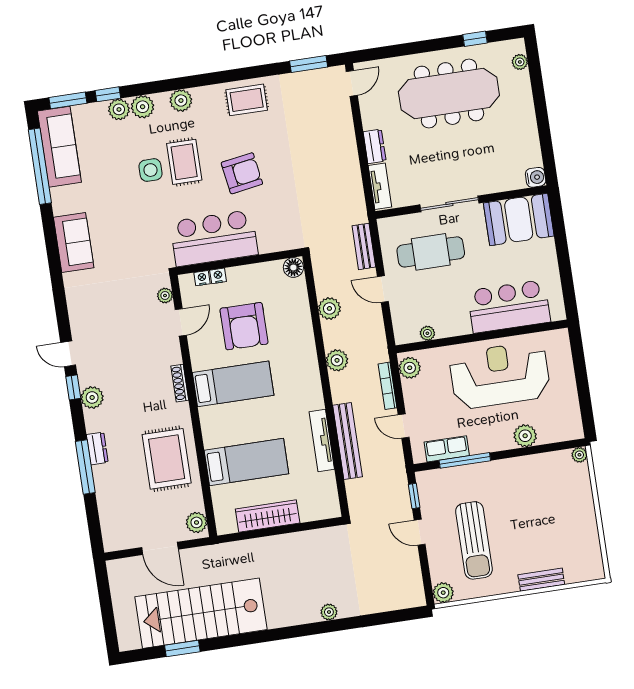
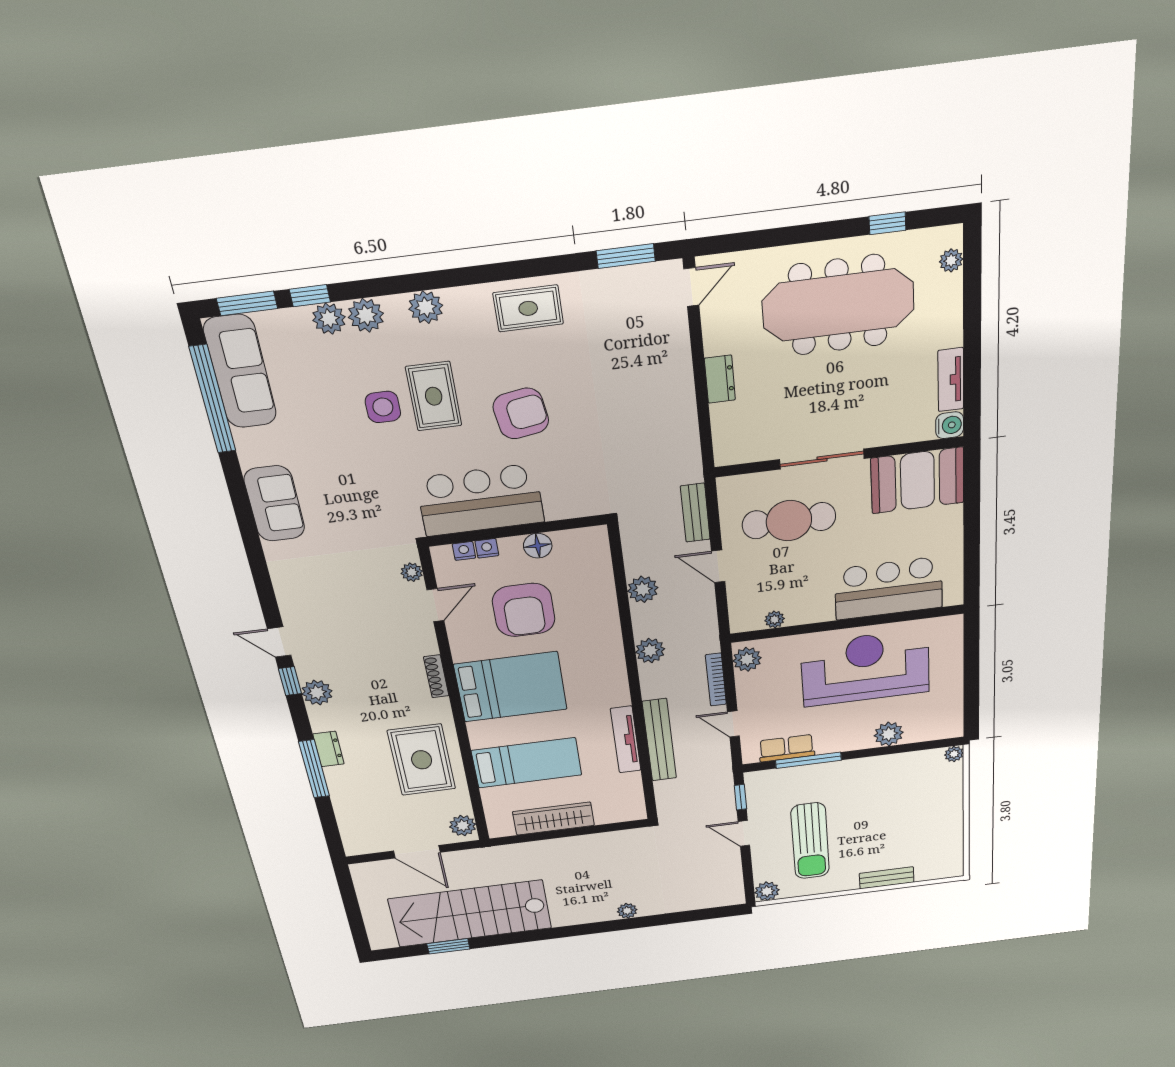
tv unit: (380, 186) -> (951, 380), moved, turned 180
floor lamp: (293, 267) -> (538, 546), moved
bed: (233, 384) -> (511, 687), width x1.50

